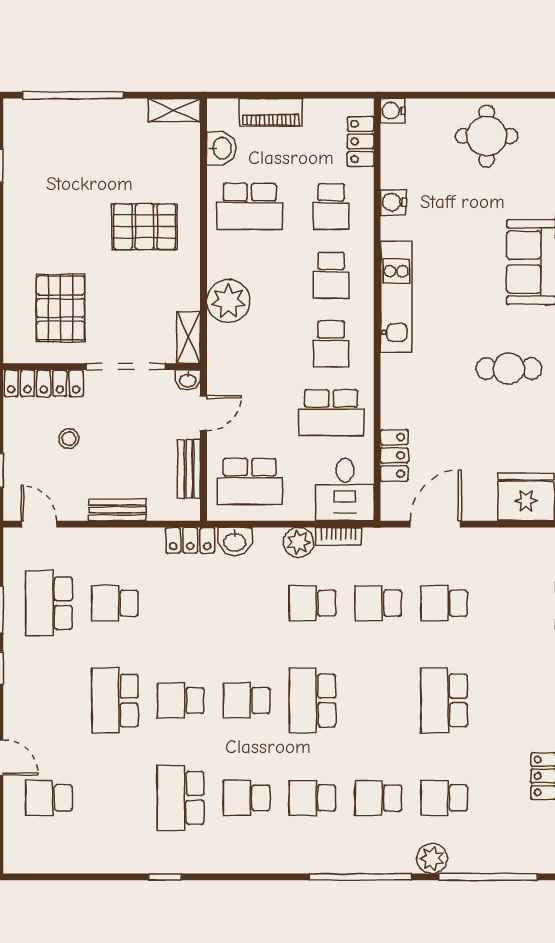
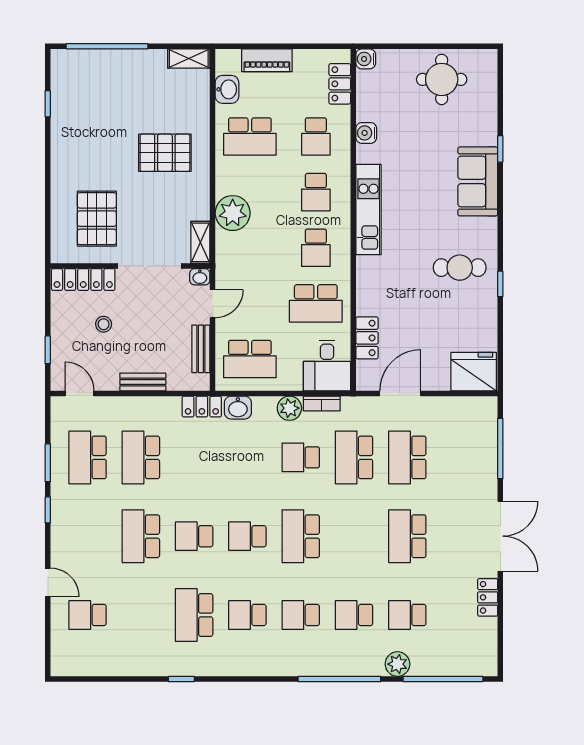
school desk: (115, 603) -> (141, 457), width x1.85
school desk: (378, 603) -> (354, 457), width x1.85
school desk: (444, 603) -> (407, 457), width x1.85

